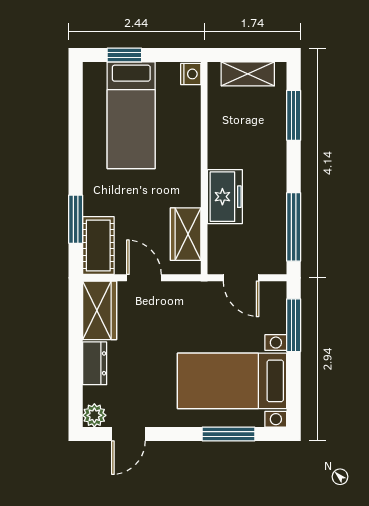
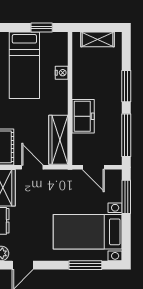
window: (124, 55) -> (42, 27), moved
nightstand: (191, 74) -> (62, 73), moved
window: (294, 115) -> (126, 86), moved
wardrobe: (186, 234) -> (58, 140), width x1.50

